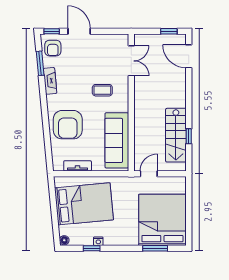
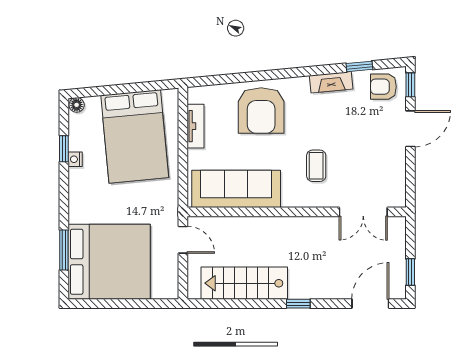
window: (40, 63) -> (359, 66), width x0.67
armchair: (68, 125) -> (261, 110), turned -90
window: (189, 136) -> (298, 304), moved

